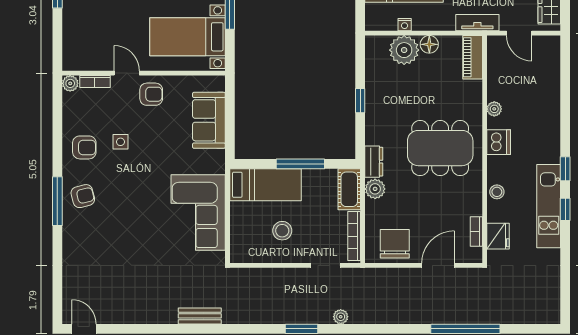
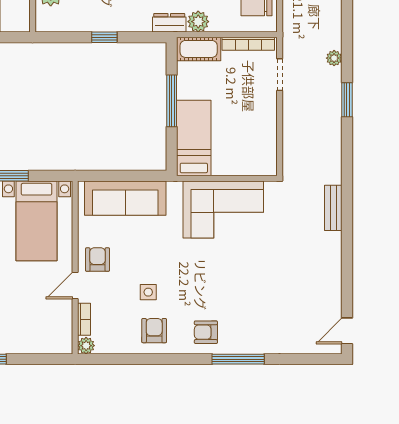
sofa: (209, 120) -> (125, 198), width x1.36
armchair: (83, 196) -> (206, 332), turned -76
window: (57, 201) -> (238, 359), moved
stool: (282, 231) -> (243, 120), removed

